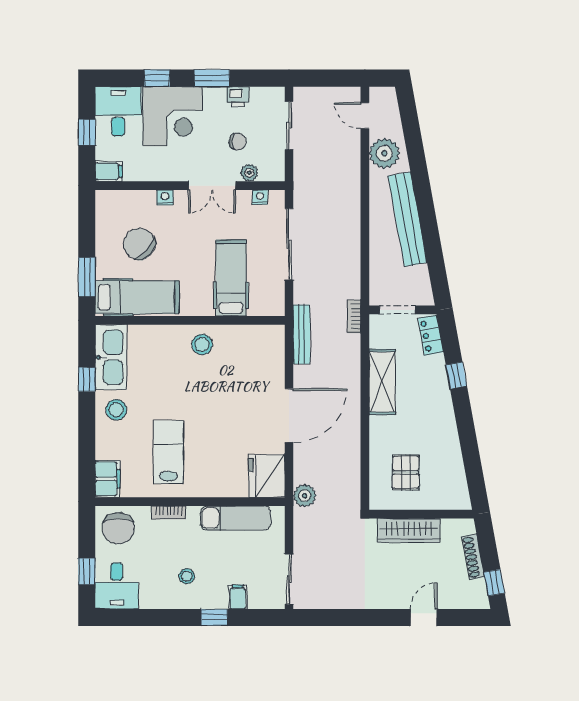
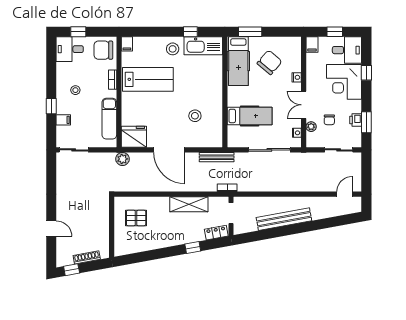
window: (212, 78) -> (366, 122), moved
plant: (384, 153) -> (322, 206), removed
stool: (202, 344) -> (195, 116), moved
lab bench: (168, 452) -> (148, 79), width x1.36, depth x1.39
filing cabinet: (108, 479) -> (127, 44), width x0.50
wardrobe: (409, 530) -> (102, 220), removed

